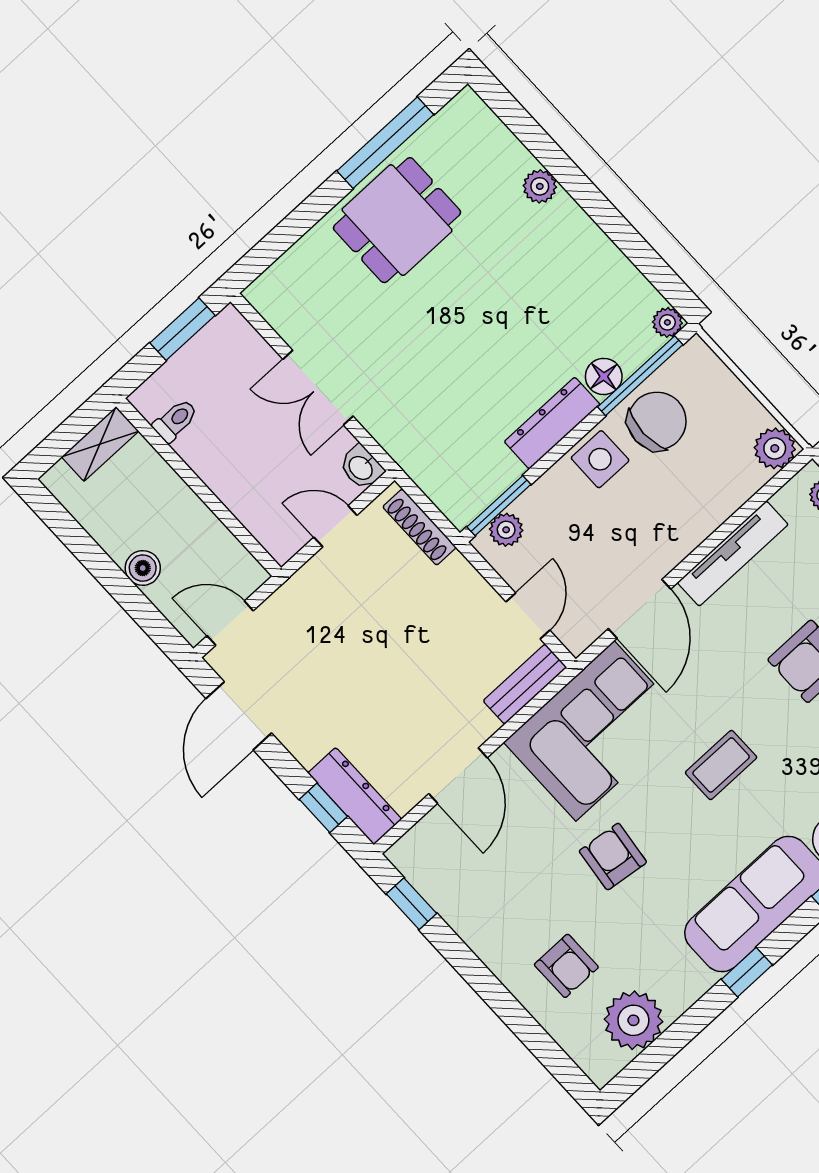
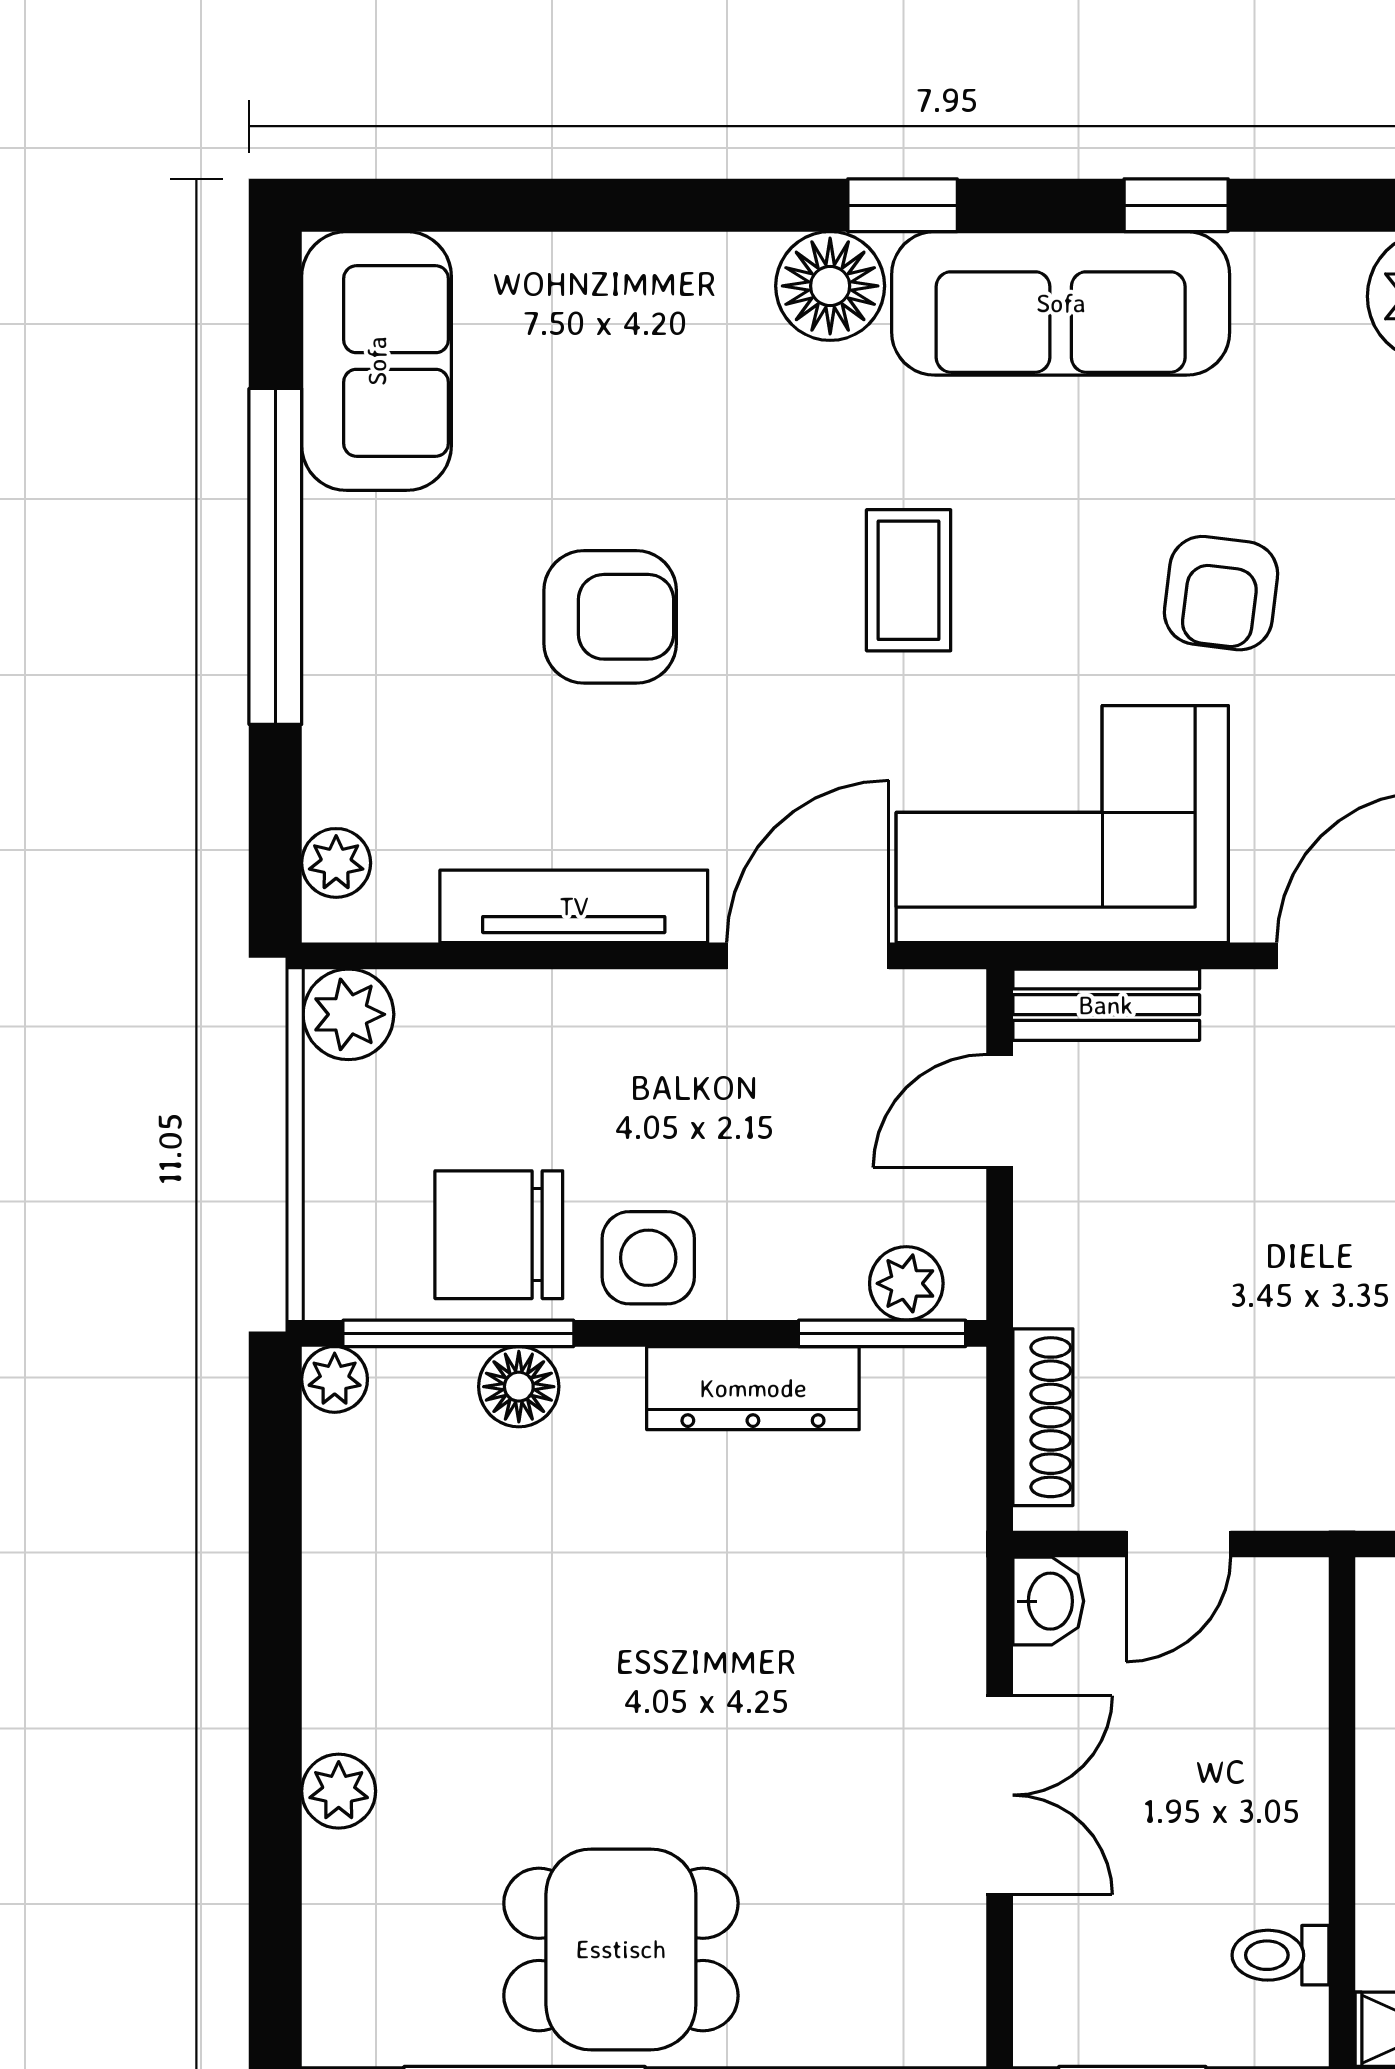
dresser: (552, 423) -> (753, 1388), moved
door: (335, 526) -> (1178, 1544), hinge flipped
coffee table: (721, 765) -> (909, 580), turned 90

